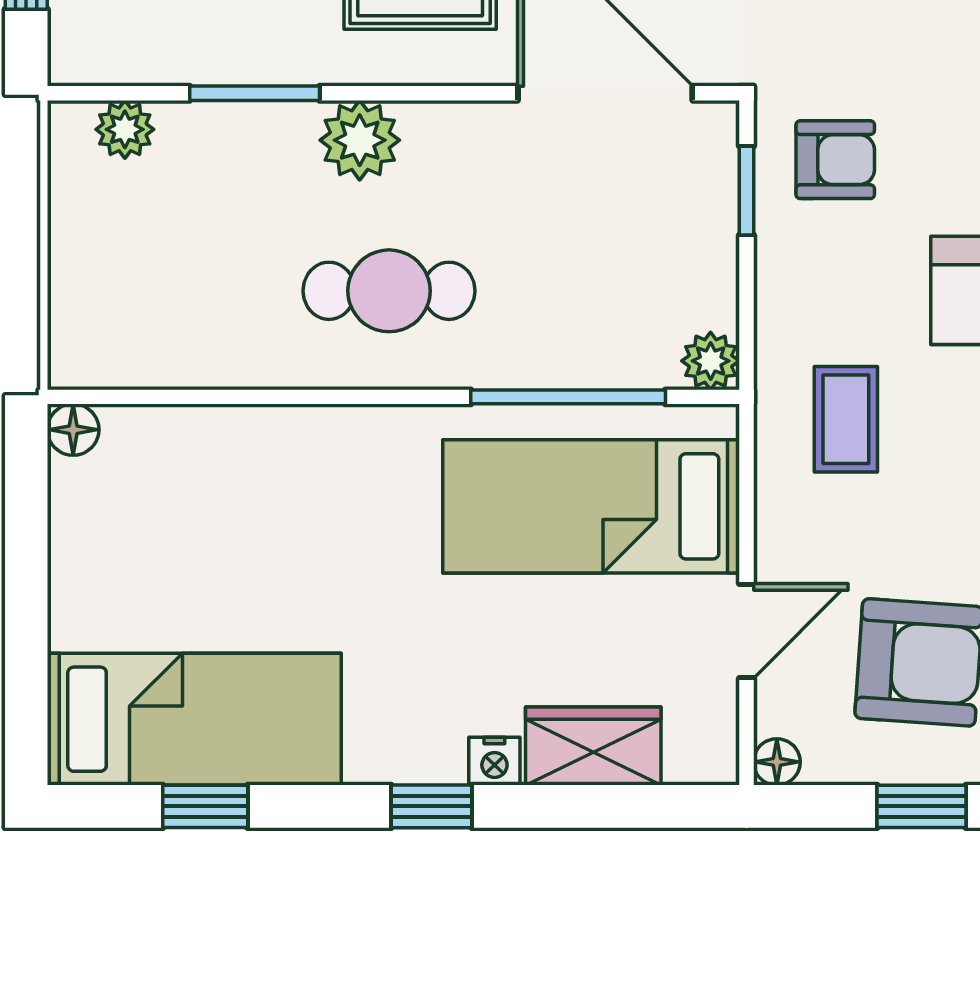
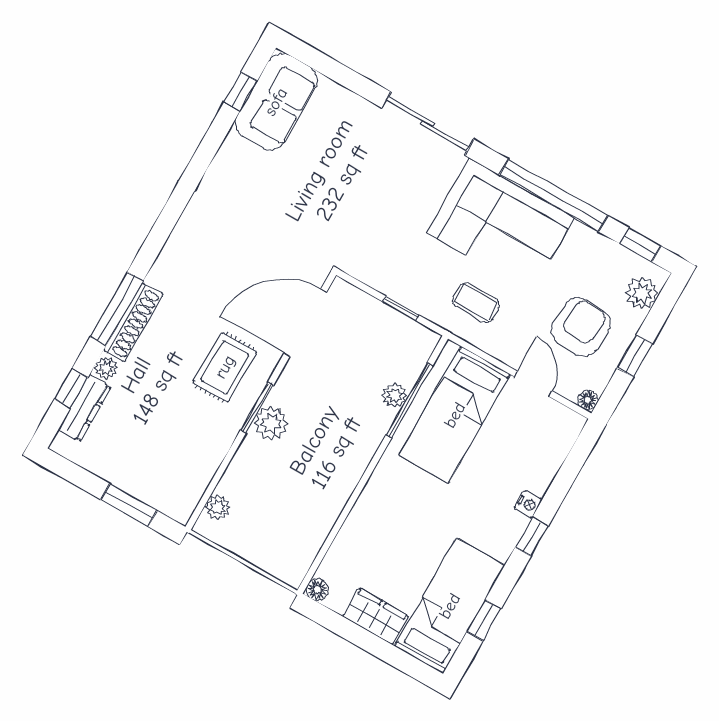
window: (255, 93) -> (257, 408), moved
armchair: (835, 160) -> (378, 252), removed
window: (746, 191) -> (401, 308), moved
cafe table: (389, 291) -> (333, 444), removed
plant: (711, 361) -> (395, 395), moved
wardrobe: (593, 746) -> (376, 616), moved, turned 90

